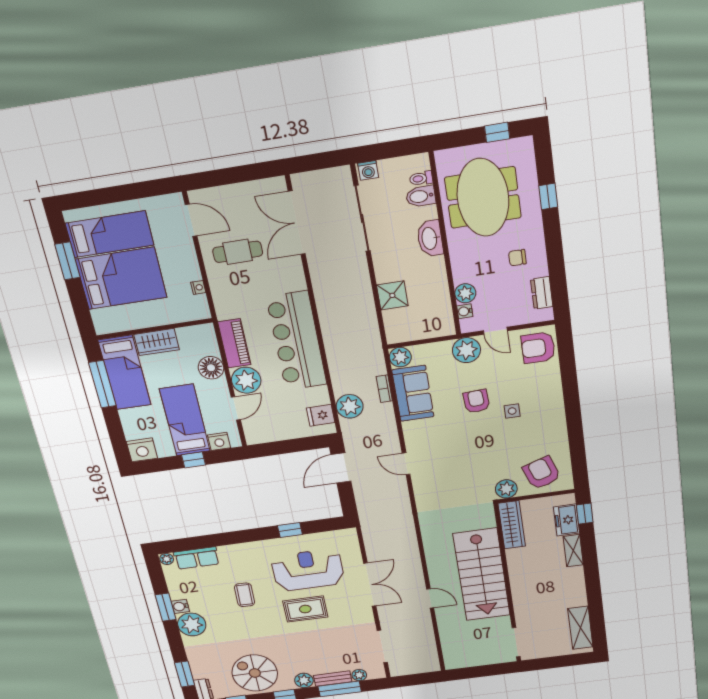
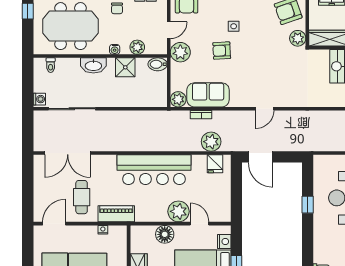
bidet: (421, 196) -> (158, 64), moved, turned 90
shower: (392, 295) -> (125, 67), moved
water cooler: (465, 311) -> (115, 49), moved
piano: (234, 343) -> (116, 214), moved

